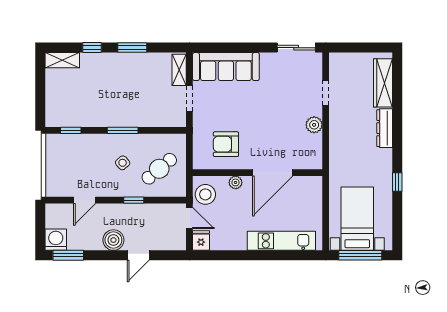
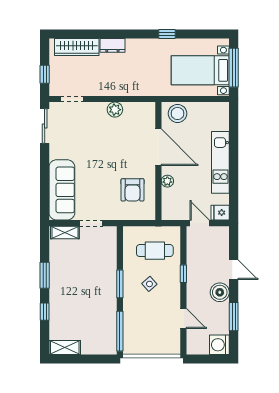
window: (353, 48) -> (45, 74), added
shelving: (62, 60) -> (65, 347), moved, turned 90
doorway: (326, 93) -> (72, 99), moved
dresser: (385, 128) -> (112, 45), width x0.70
window: (71, 130) -> (120, 331), width x2.17
cafe table: (159, 169) -> (155, 251), turned -50
stool: (205, 194) -> (178, 113), moved
door: (189, 218) -> (200, 223), hinge flipped
kitchen unit: (281, 241) -> (220, 162), moved
window: (68, 255) -> (234, 317), moved

